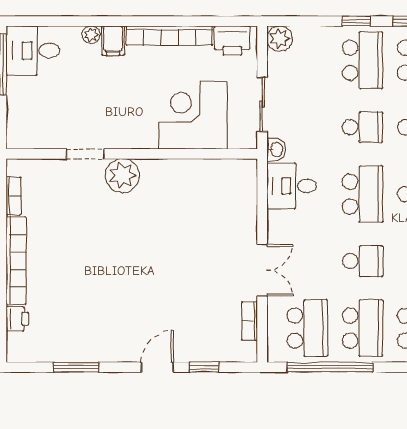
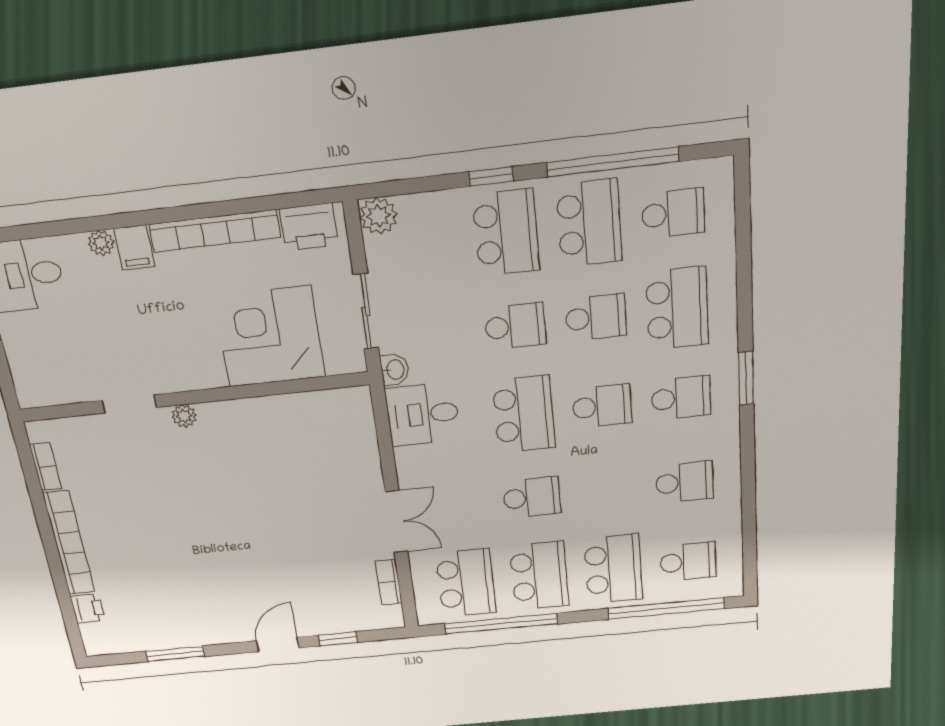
plant: (122, 176) -> (184, 416), width x0.53, depth x0.53

